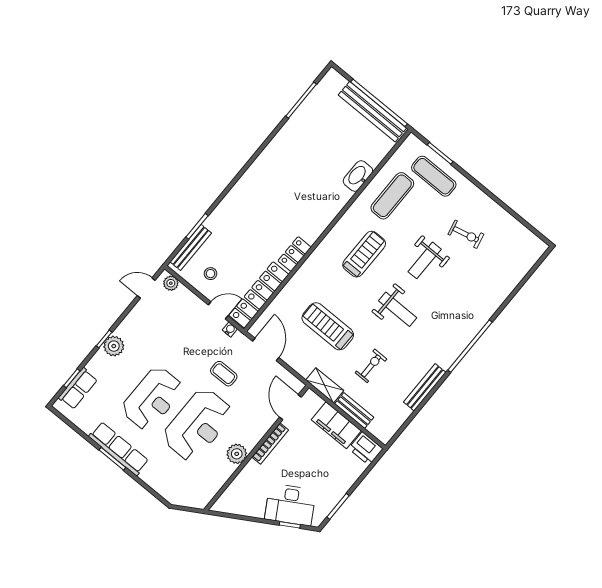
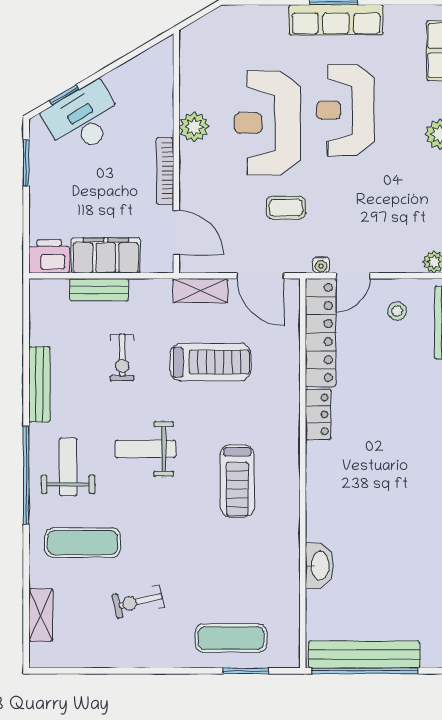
exercise mat: (392, 196) -> (83, 543), moved, turned 90
weight bench: (425, 260) -> (68, 467), moved
shelving: (521, 268) -> (41, 615), added
shelving: (325, 385) -> (200, 291), moved

